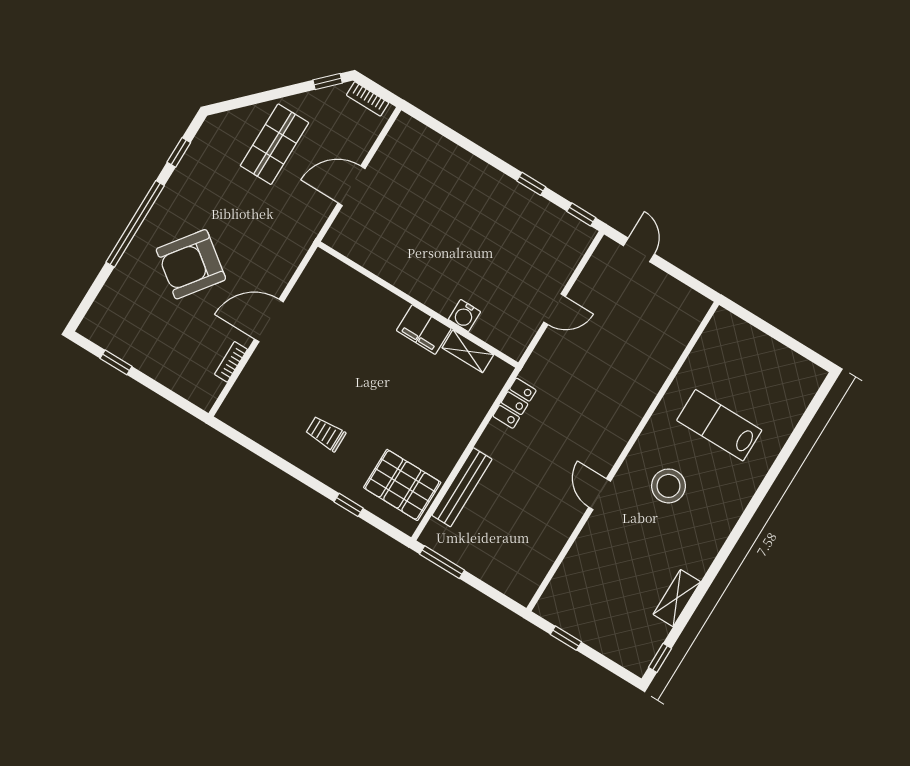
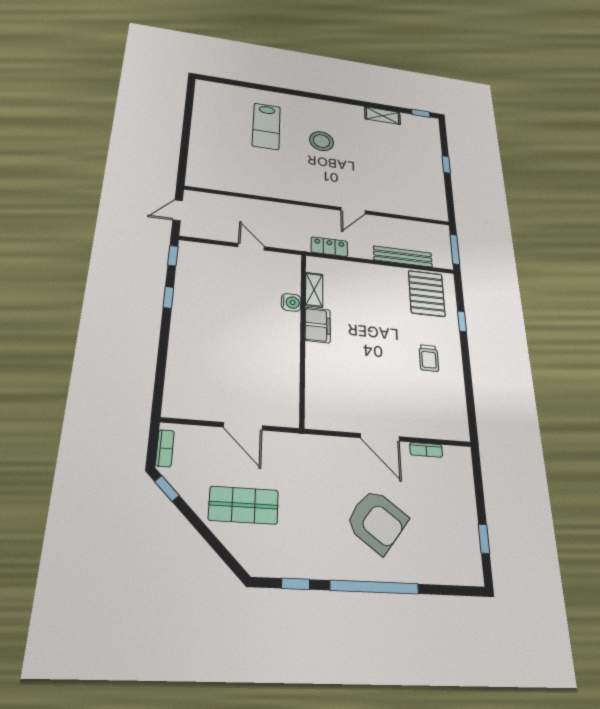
wall: (623, 456) -> (321, 206), moved
door: (600, 494) -> (353, 211), moved

